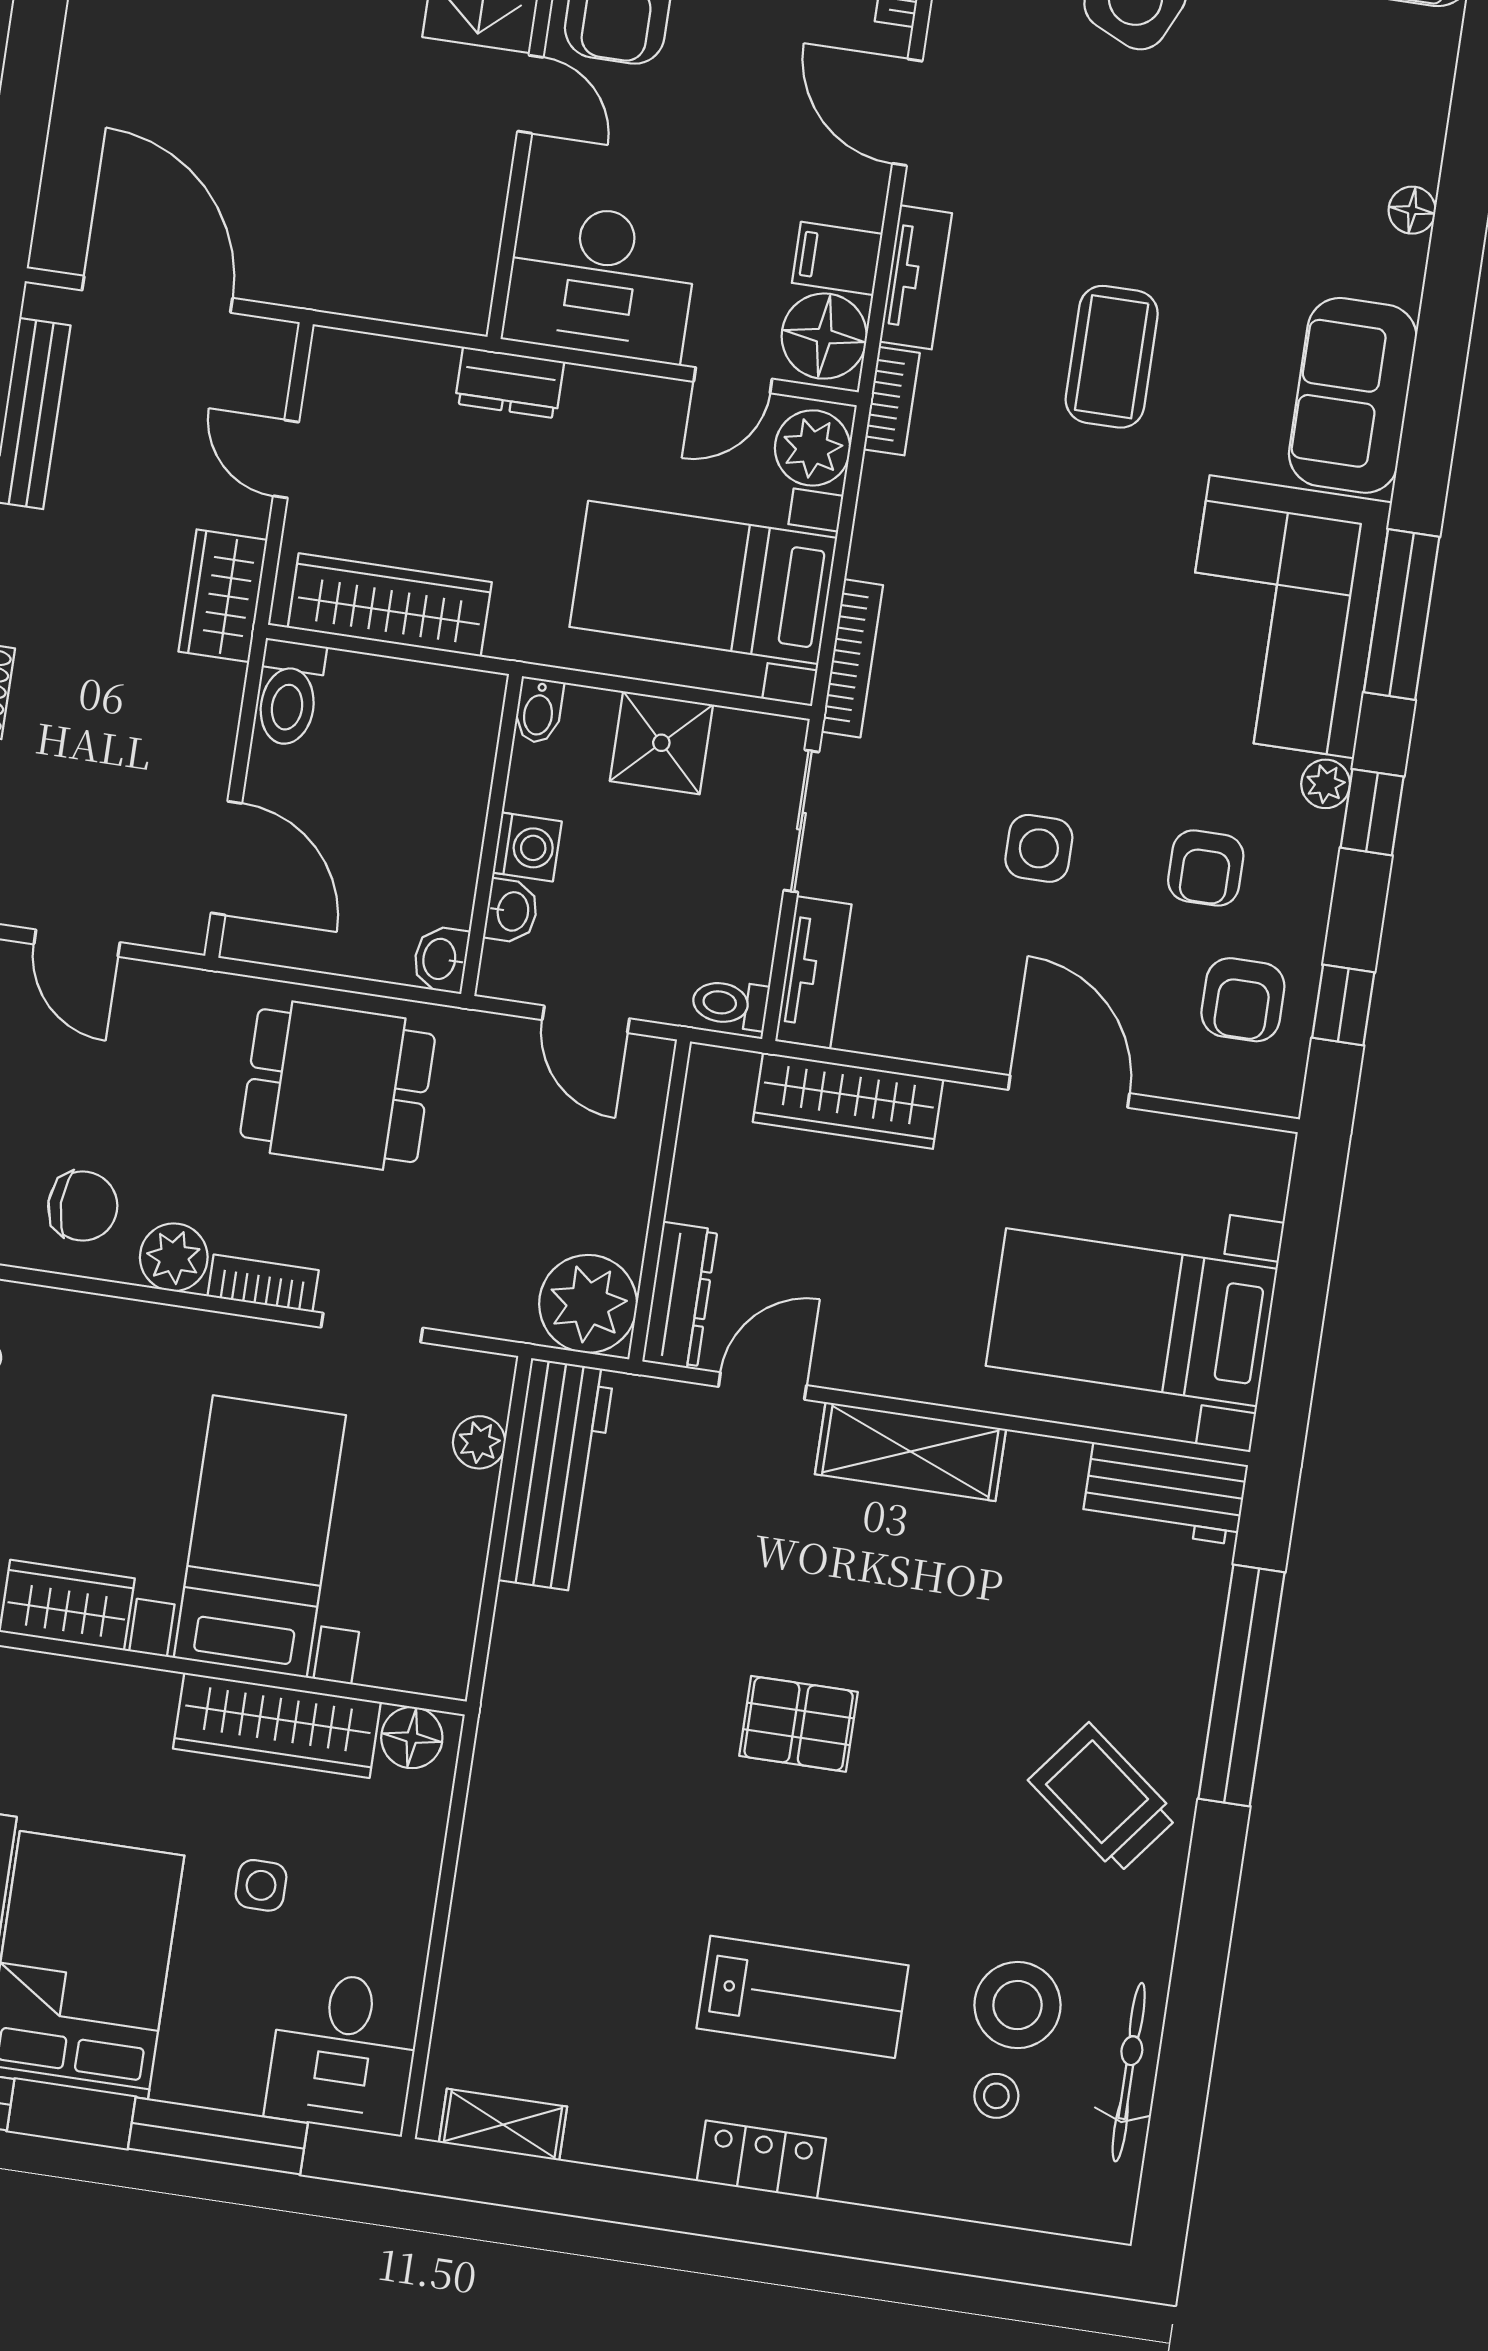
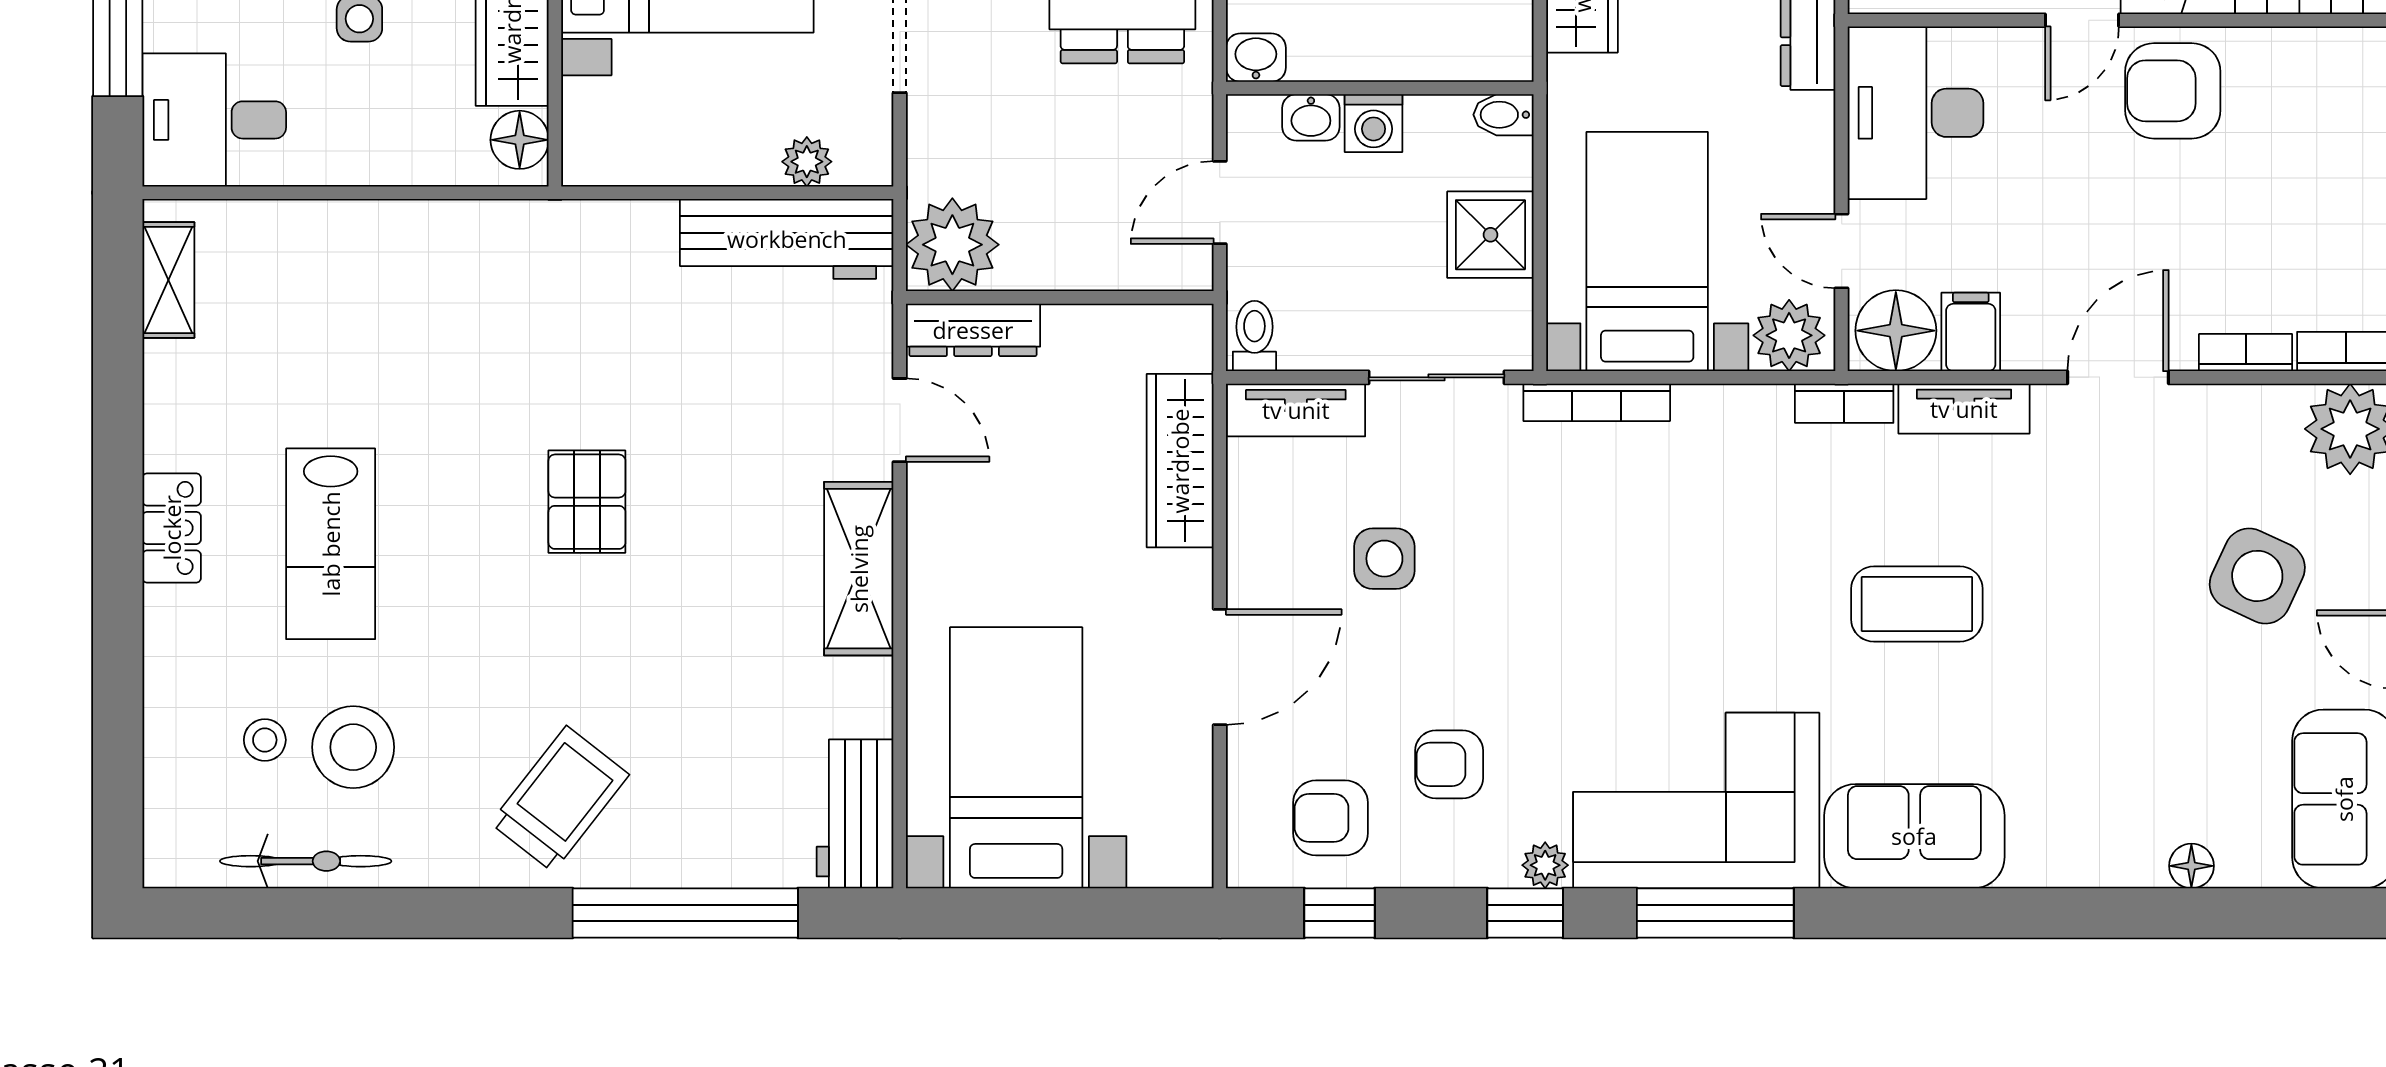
floor lamp: (1412, 210) -> (2191, 866), moved
side table: (1039, 848) -> (1384, 559), moved

